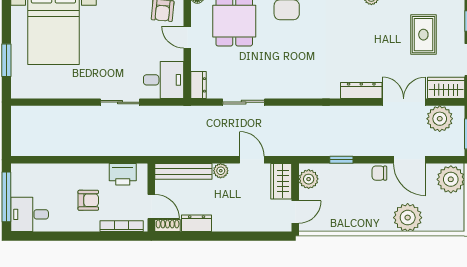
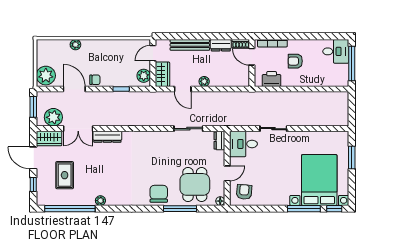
door: (187, 37) -> (227, 173), hinge flipped
bench: (183, 171) -> (190, 45), moved
plant: (408, 218) -> (75, 45), width x0.53, depth x0.53

